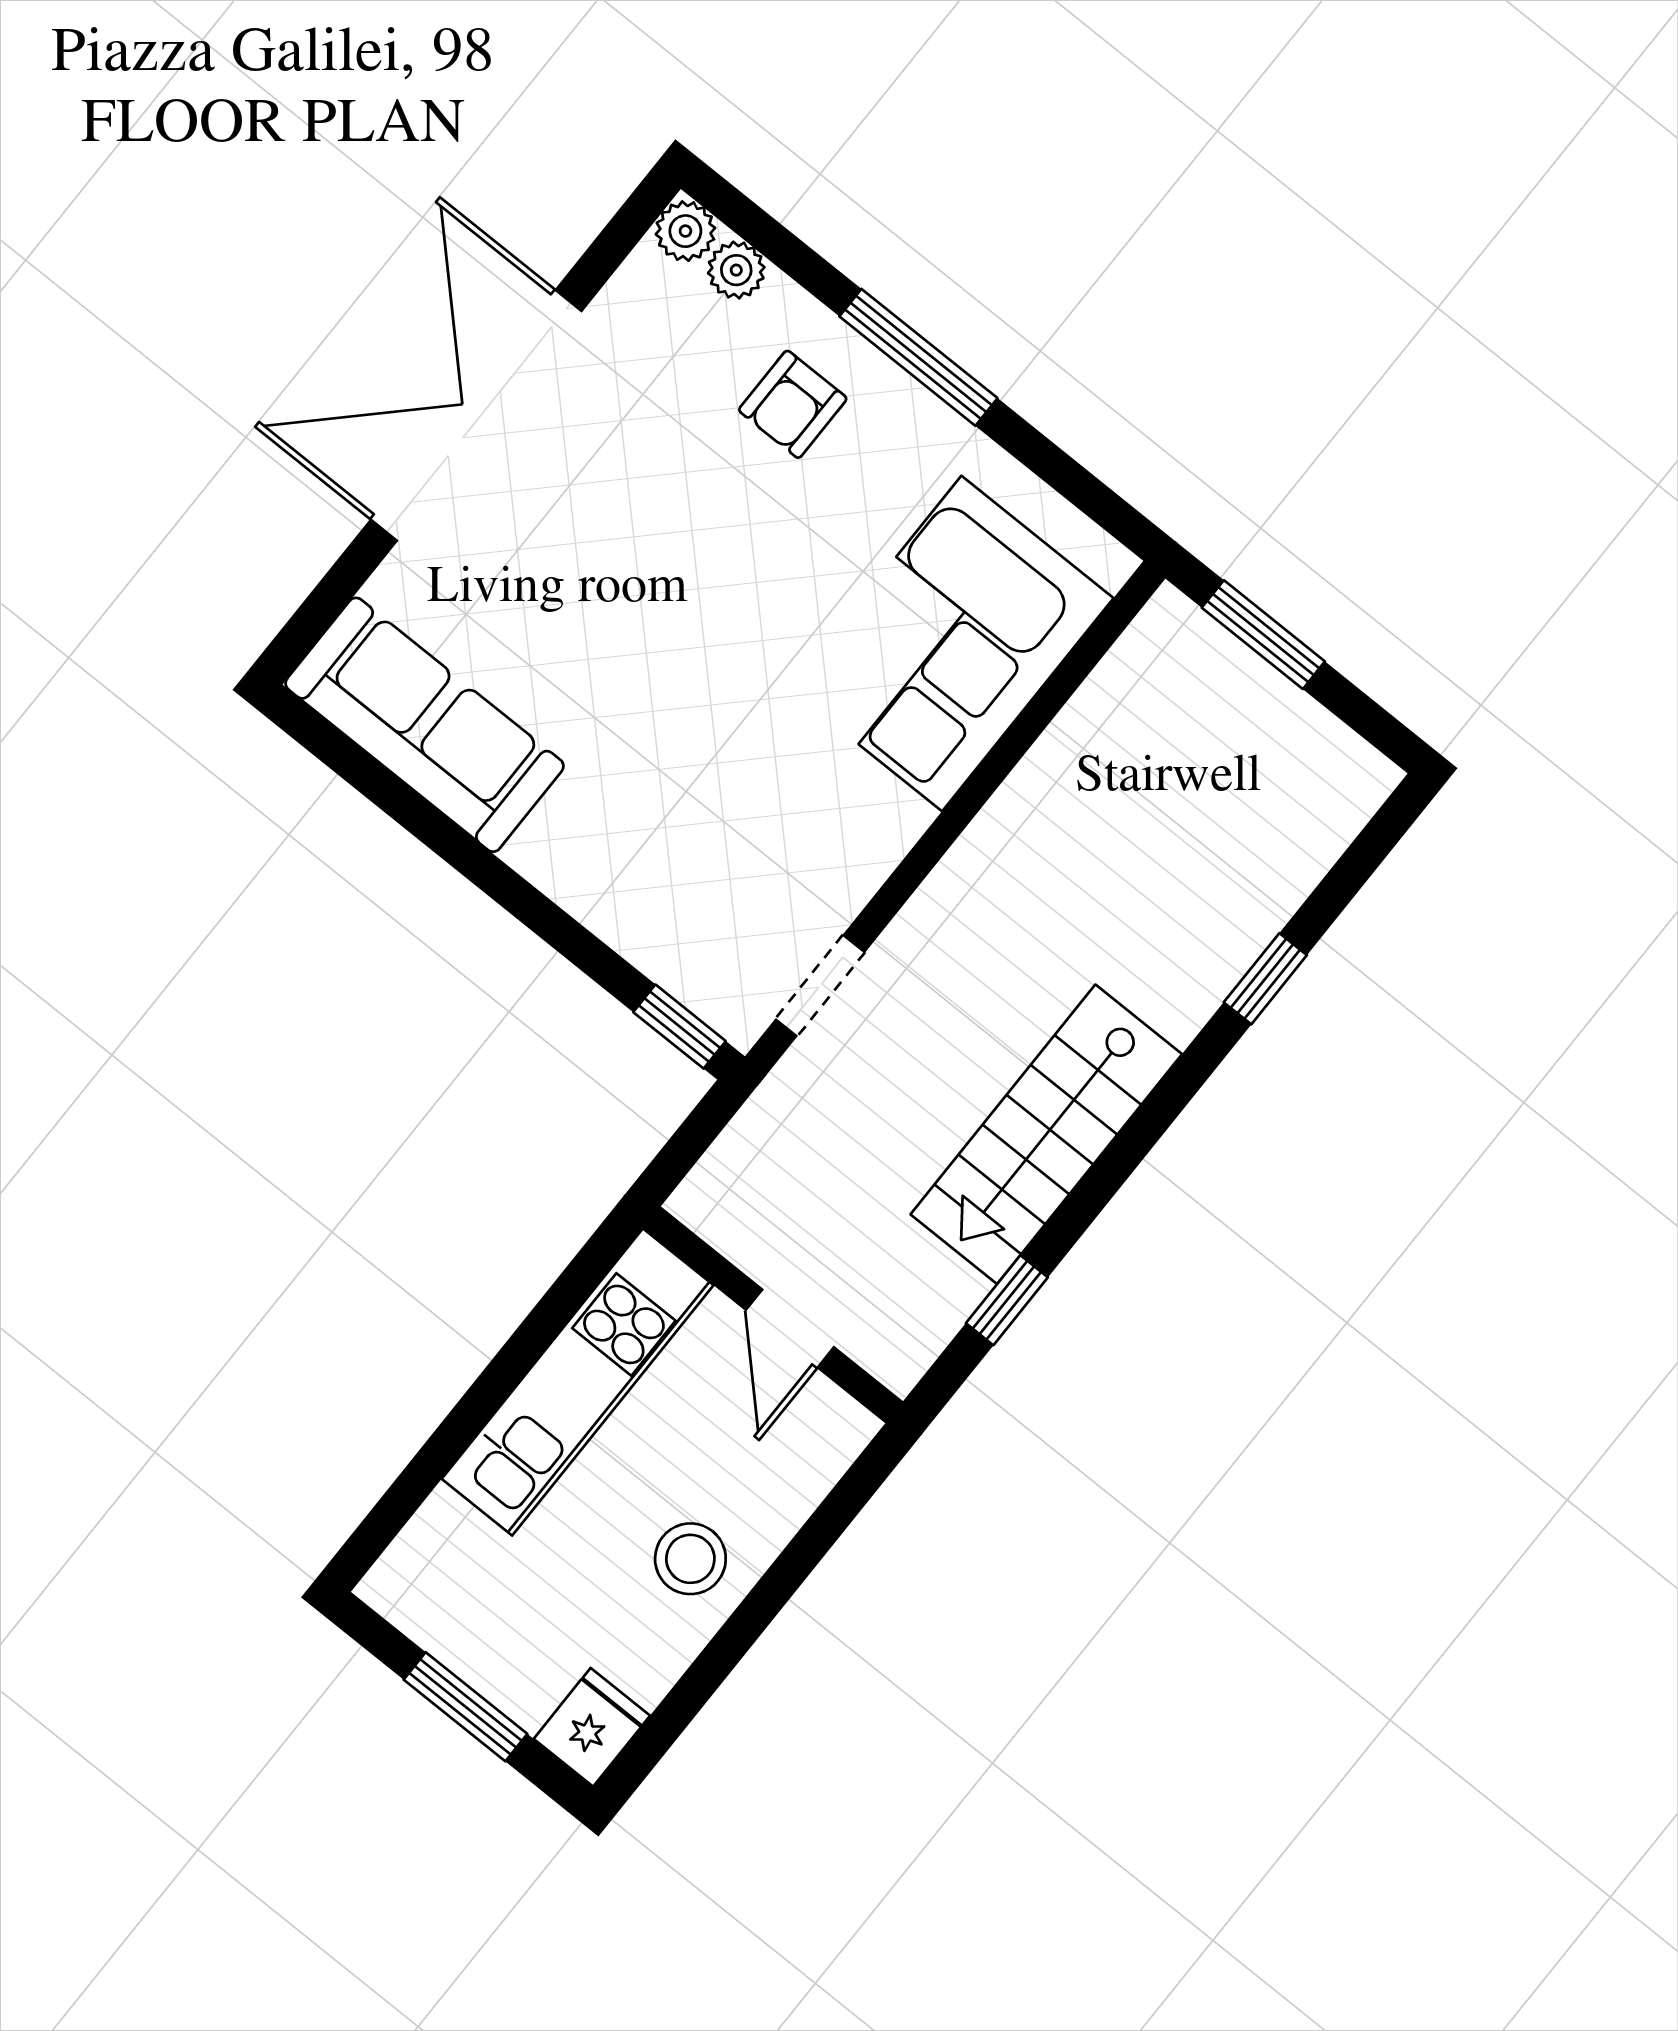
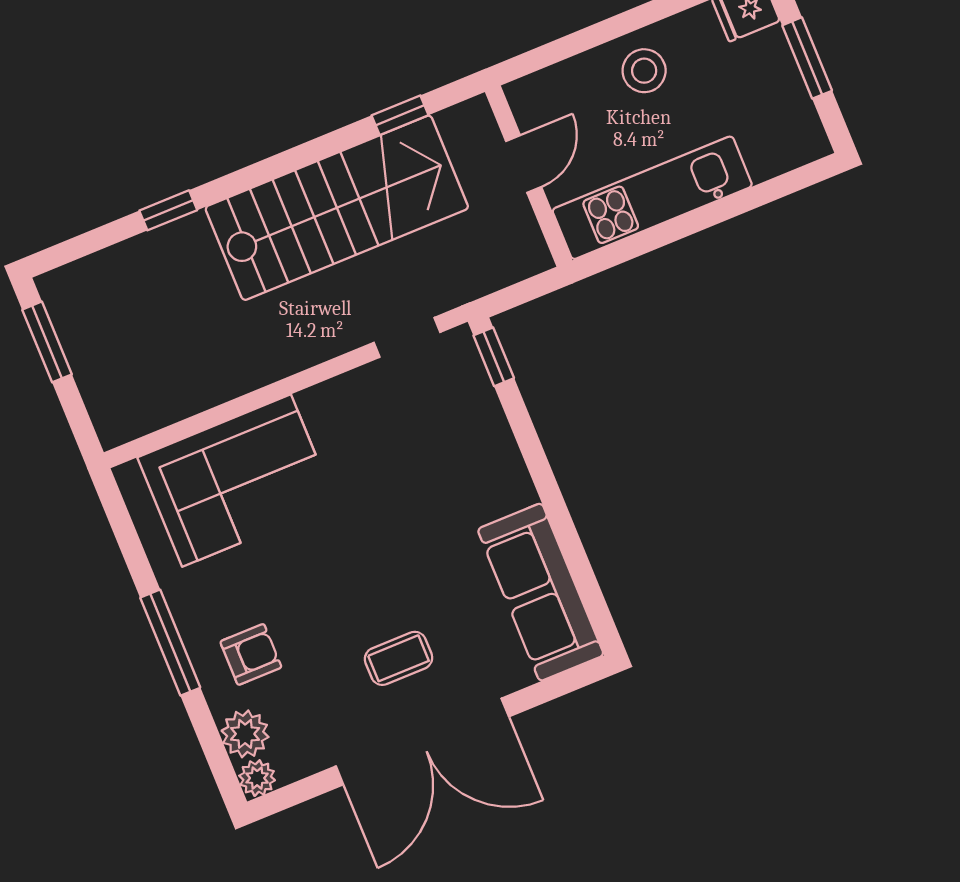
plant: (736, 270) -> (245, 734), width x1.38, depth x1.38
coffee table: (577, 516) -> (399, 658), added
window: (1263, 635) -> (47, 342), moved
stairs: (1046, 1134) -> (337, 208), width x1.36, depth x1.51

